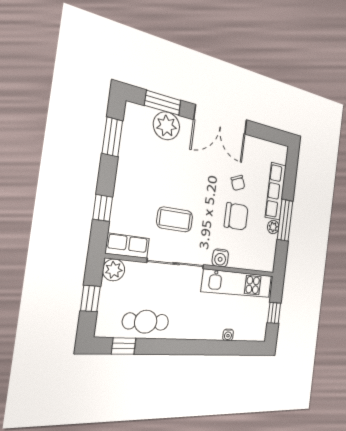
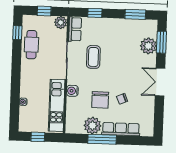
double door: (221, 120) -> (160, 82), width x0.73
plant: (273, 227) -> (92, 126), width x1.87, depth x1.87

